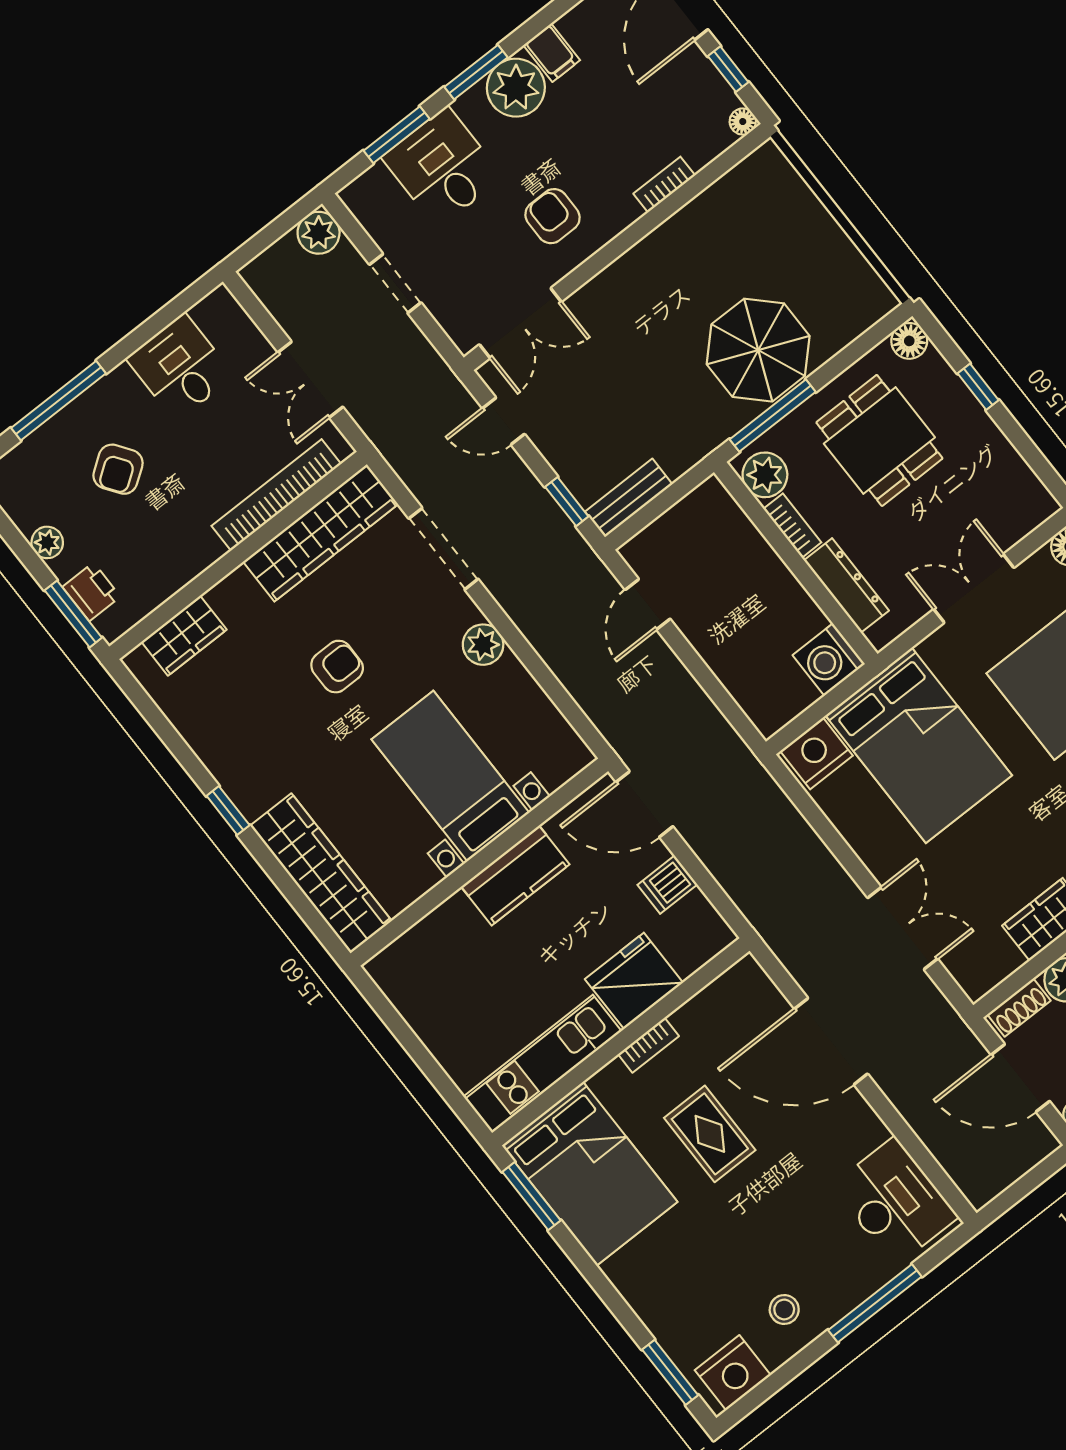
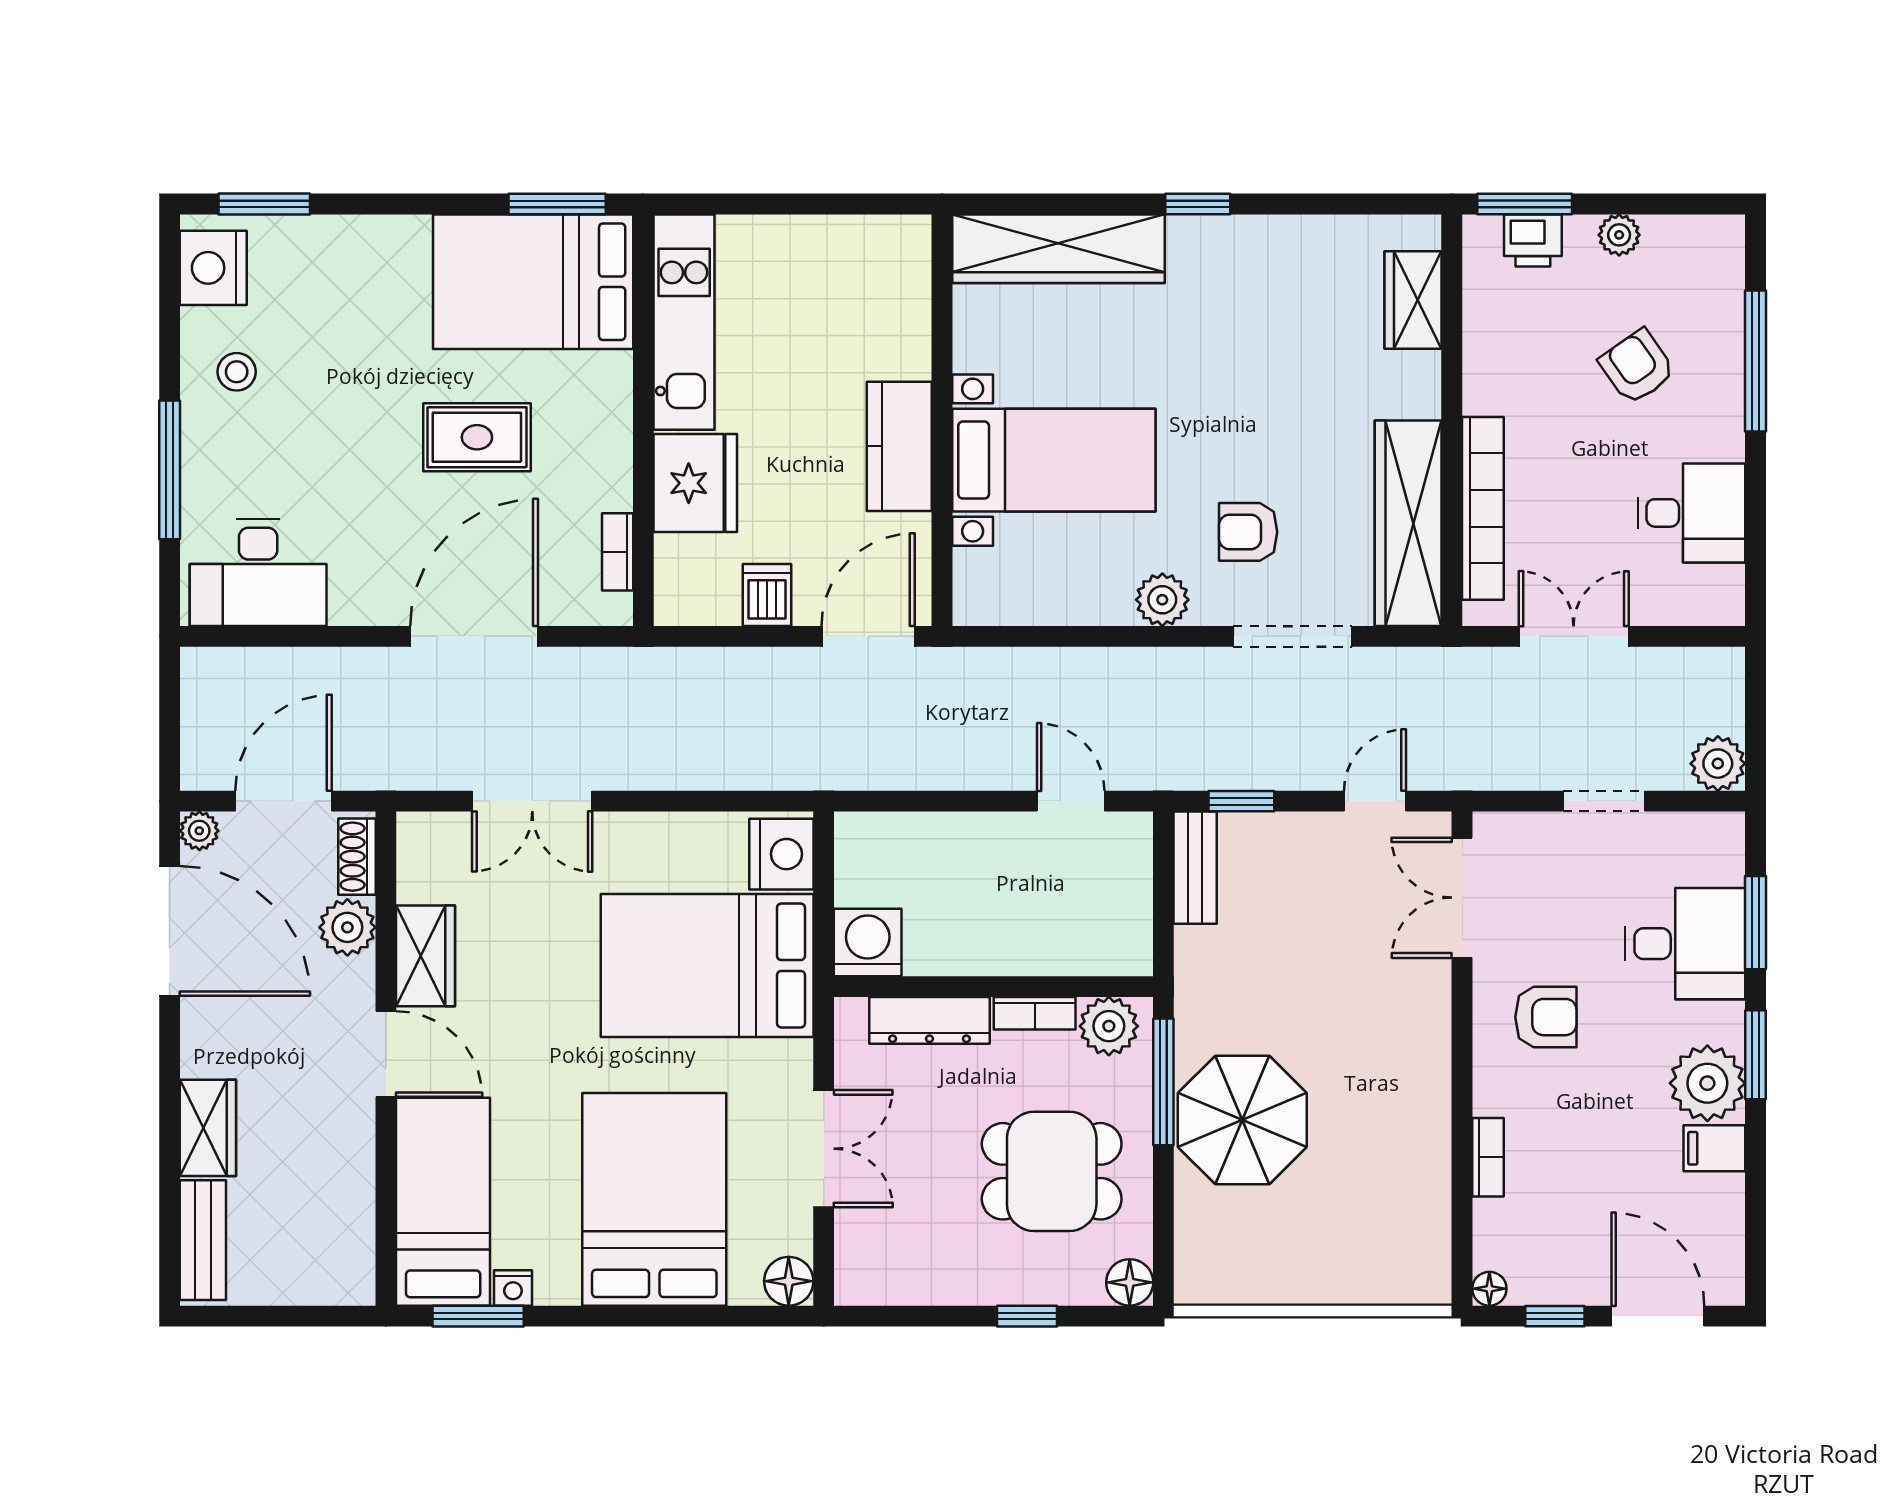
armchair: (337, 667) -> (1248, 532), moved, turned 90
bookcase: (648, 1045) -> (618, 552), moved

